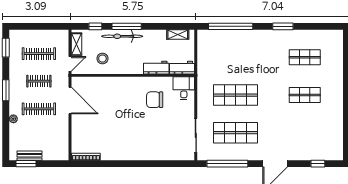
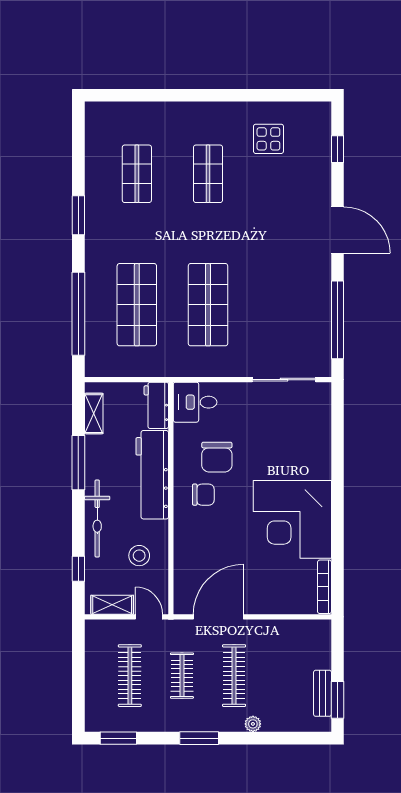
window: (127, 26) -> (78, 463), moved
workbench: (156, 68) -> (152, 475), width x1.88, depth x1.32
chair: (135, 93) -> (203, 495), added
display table: (323, 127) -> (268, 139), added
shop shelf: (235, 133) -> (137, 305), moved
corner desk: (122, 140) -> (292, 519), added

